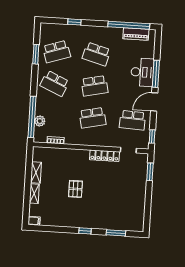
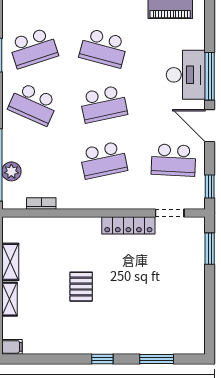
door: (154, 102) -> (210, 126), hinge flipped

